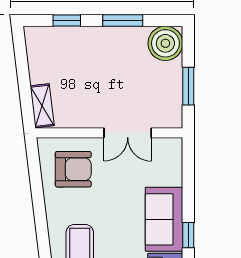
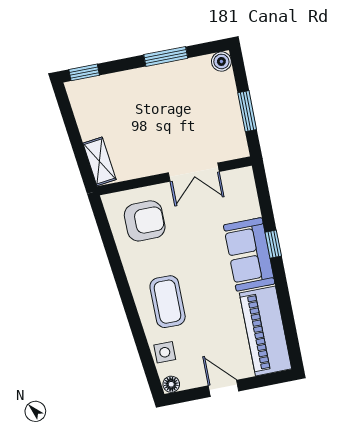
window: (67, 20) -> (84, 72), moved
boiler: (165, 43) -> (221, 61), width x0.54, depth x0.54
window: (188, 235) -> (273, 244), moved

